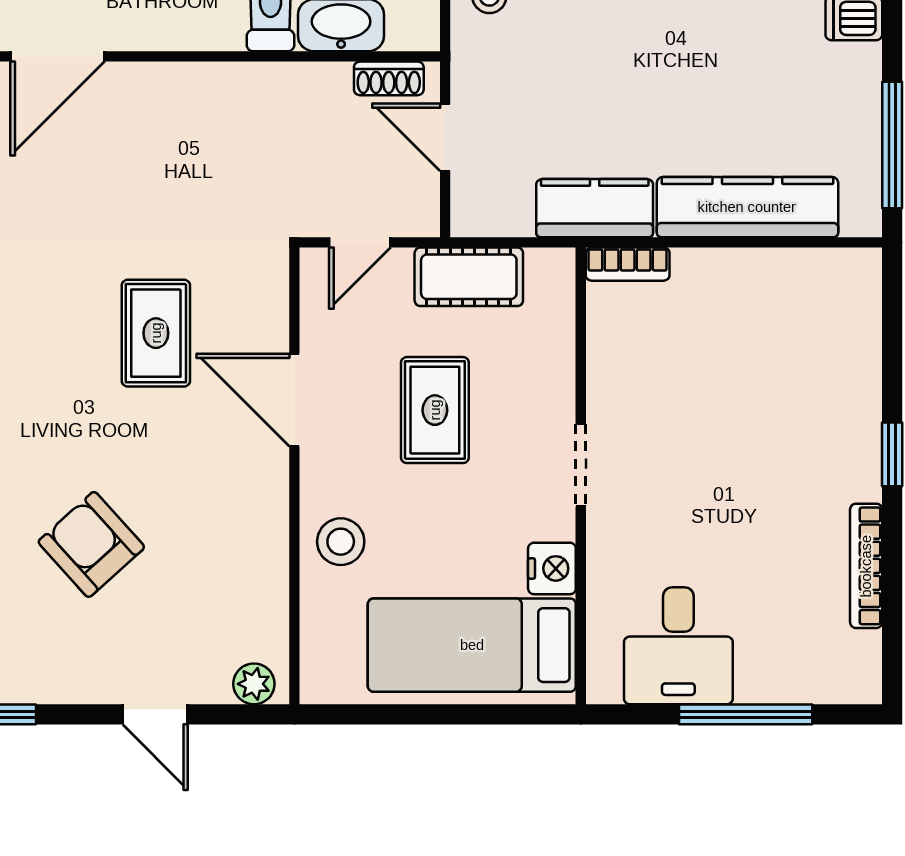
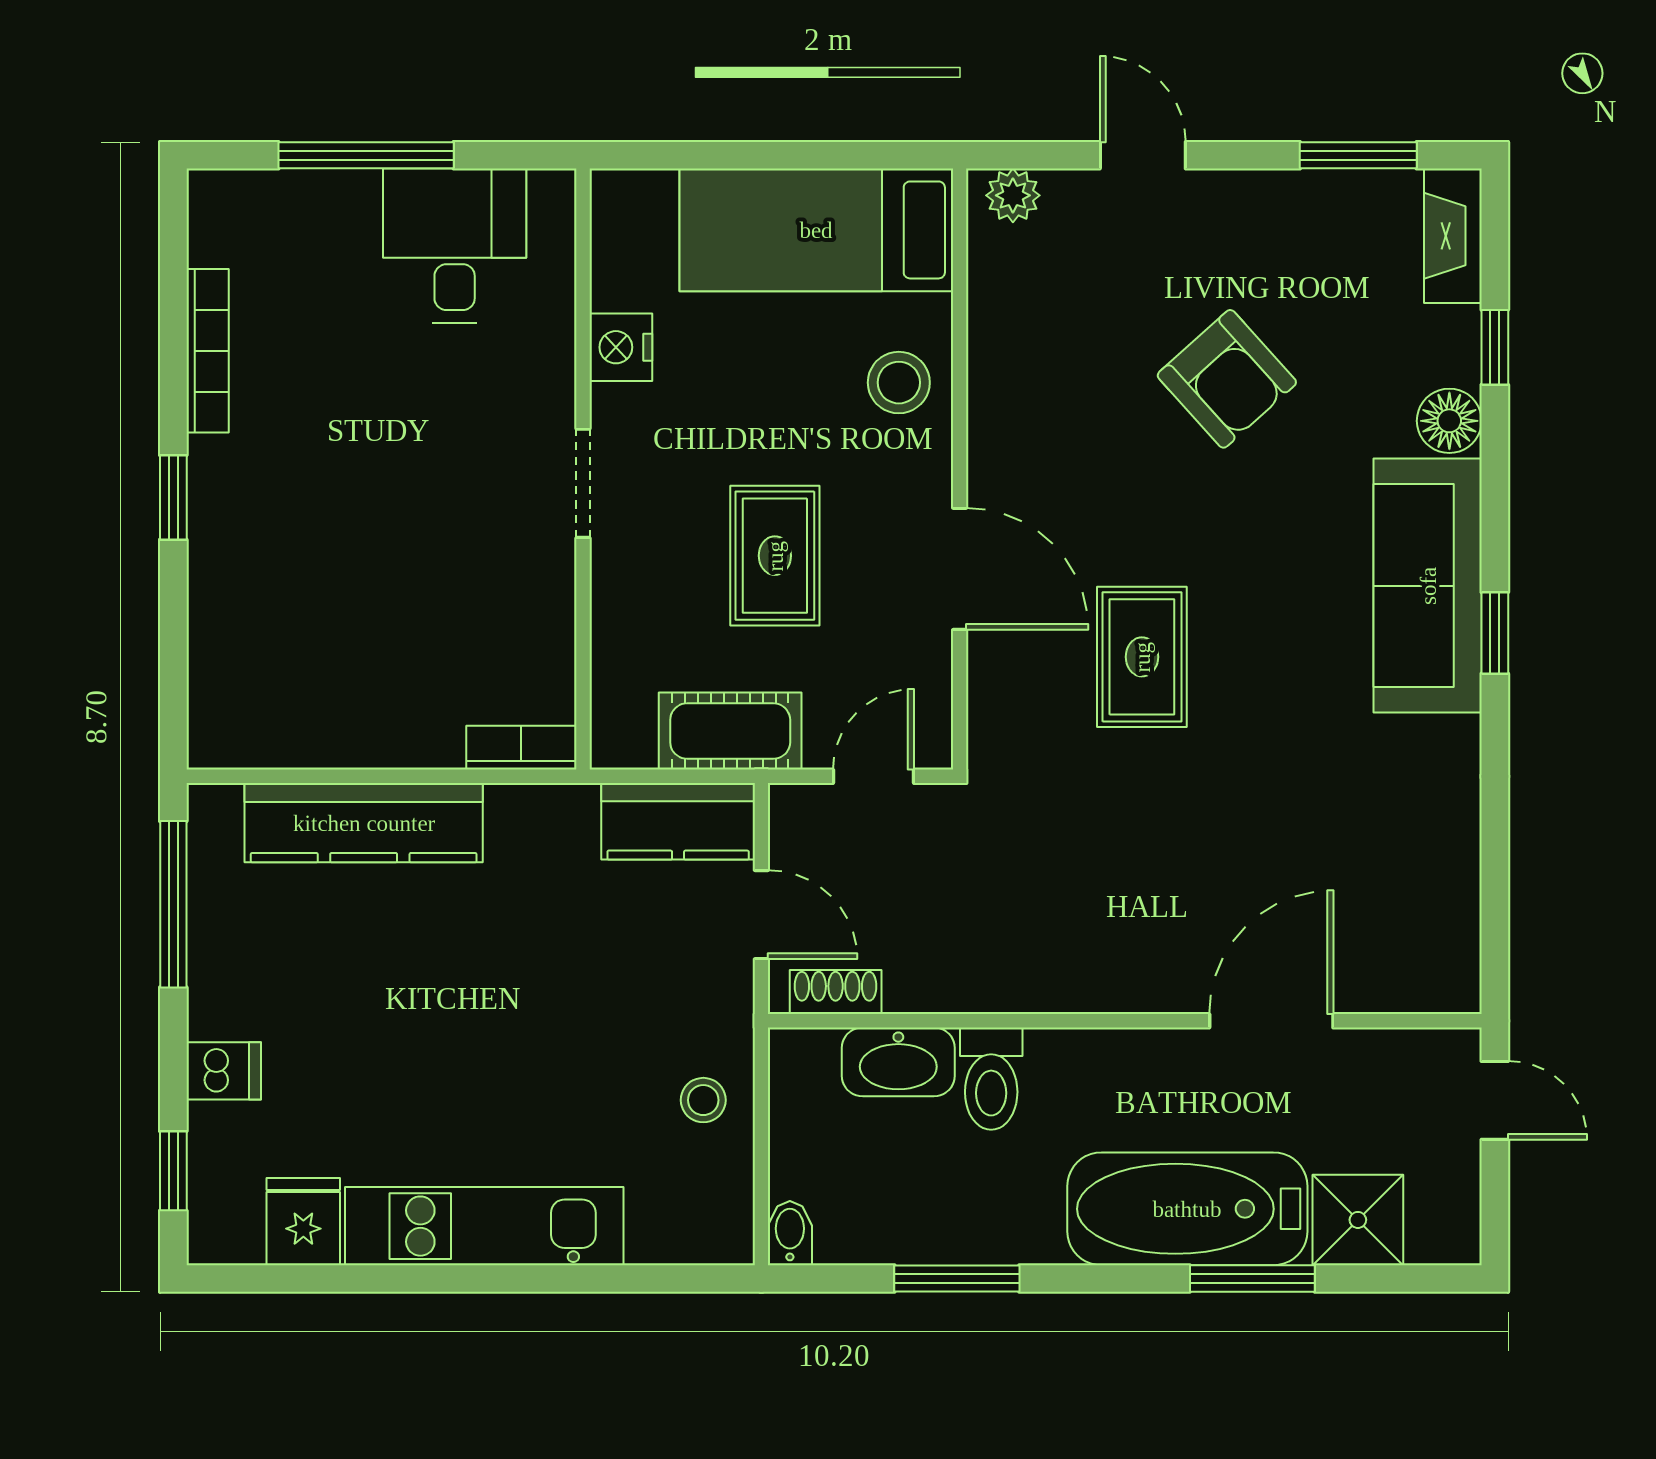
kitchen counter: (595, 208) -> (678, 821), moved
bed: (472, 645) -> (816, 230), moved, turned 180

